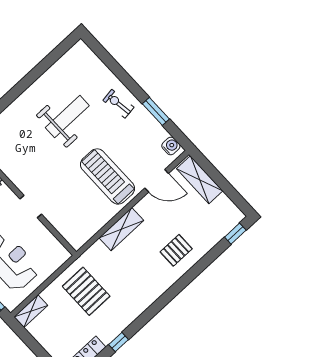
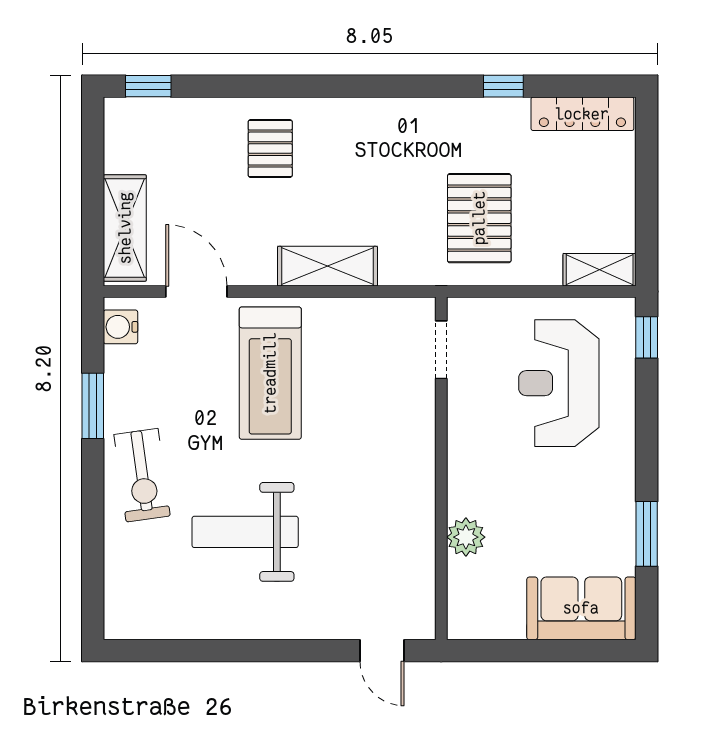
exercise bike: (118, 104) -> (142, 475), width x1.38, depth x1.39
doorway: (31, 206) -> (441, 350), moved
pallet: (176, 250) -> (270, 149), turned 90

